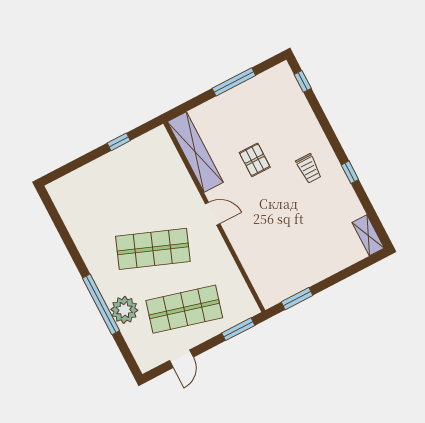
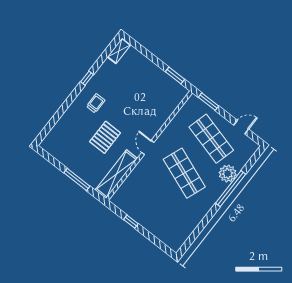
window: (303, 81) -> (46, 130), removed
window: (234, 82) -> (77, 180), moved
pallet: (255, 160) -> (105, 137), width x1.50, depth x1.42

